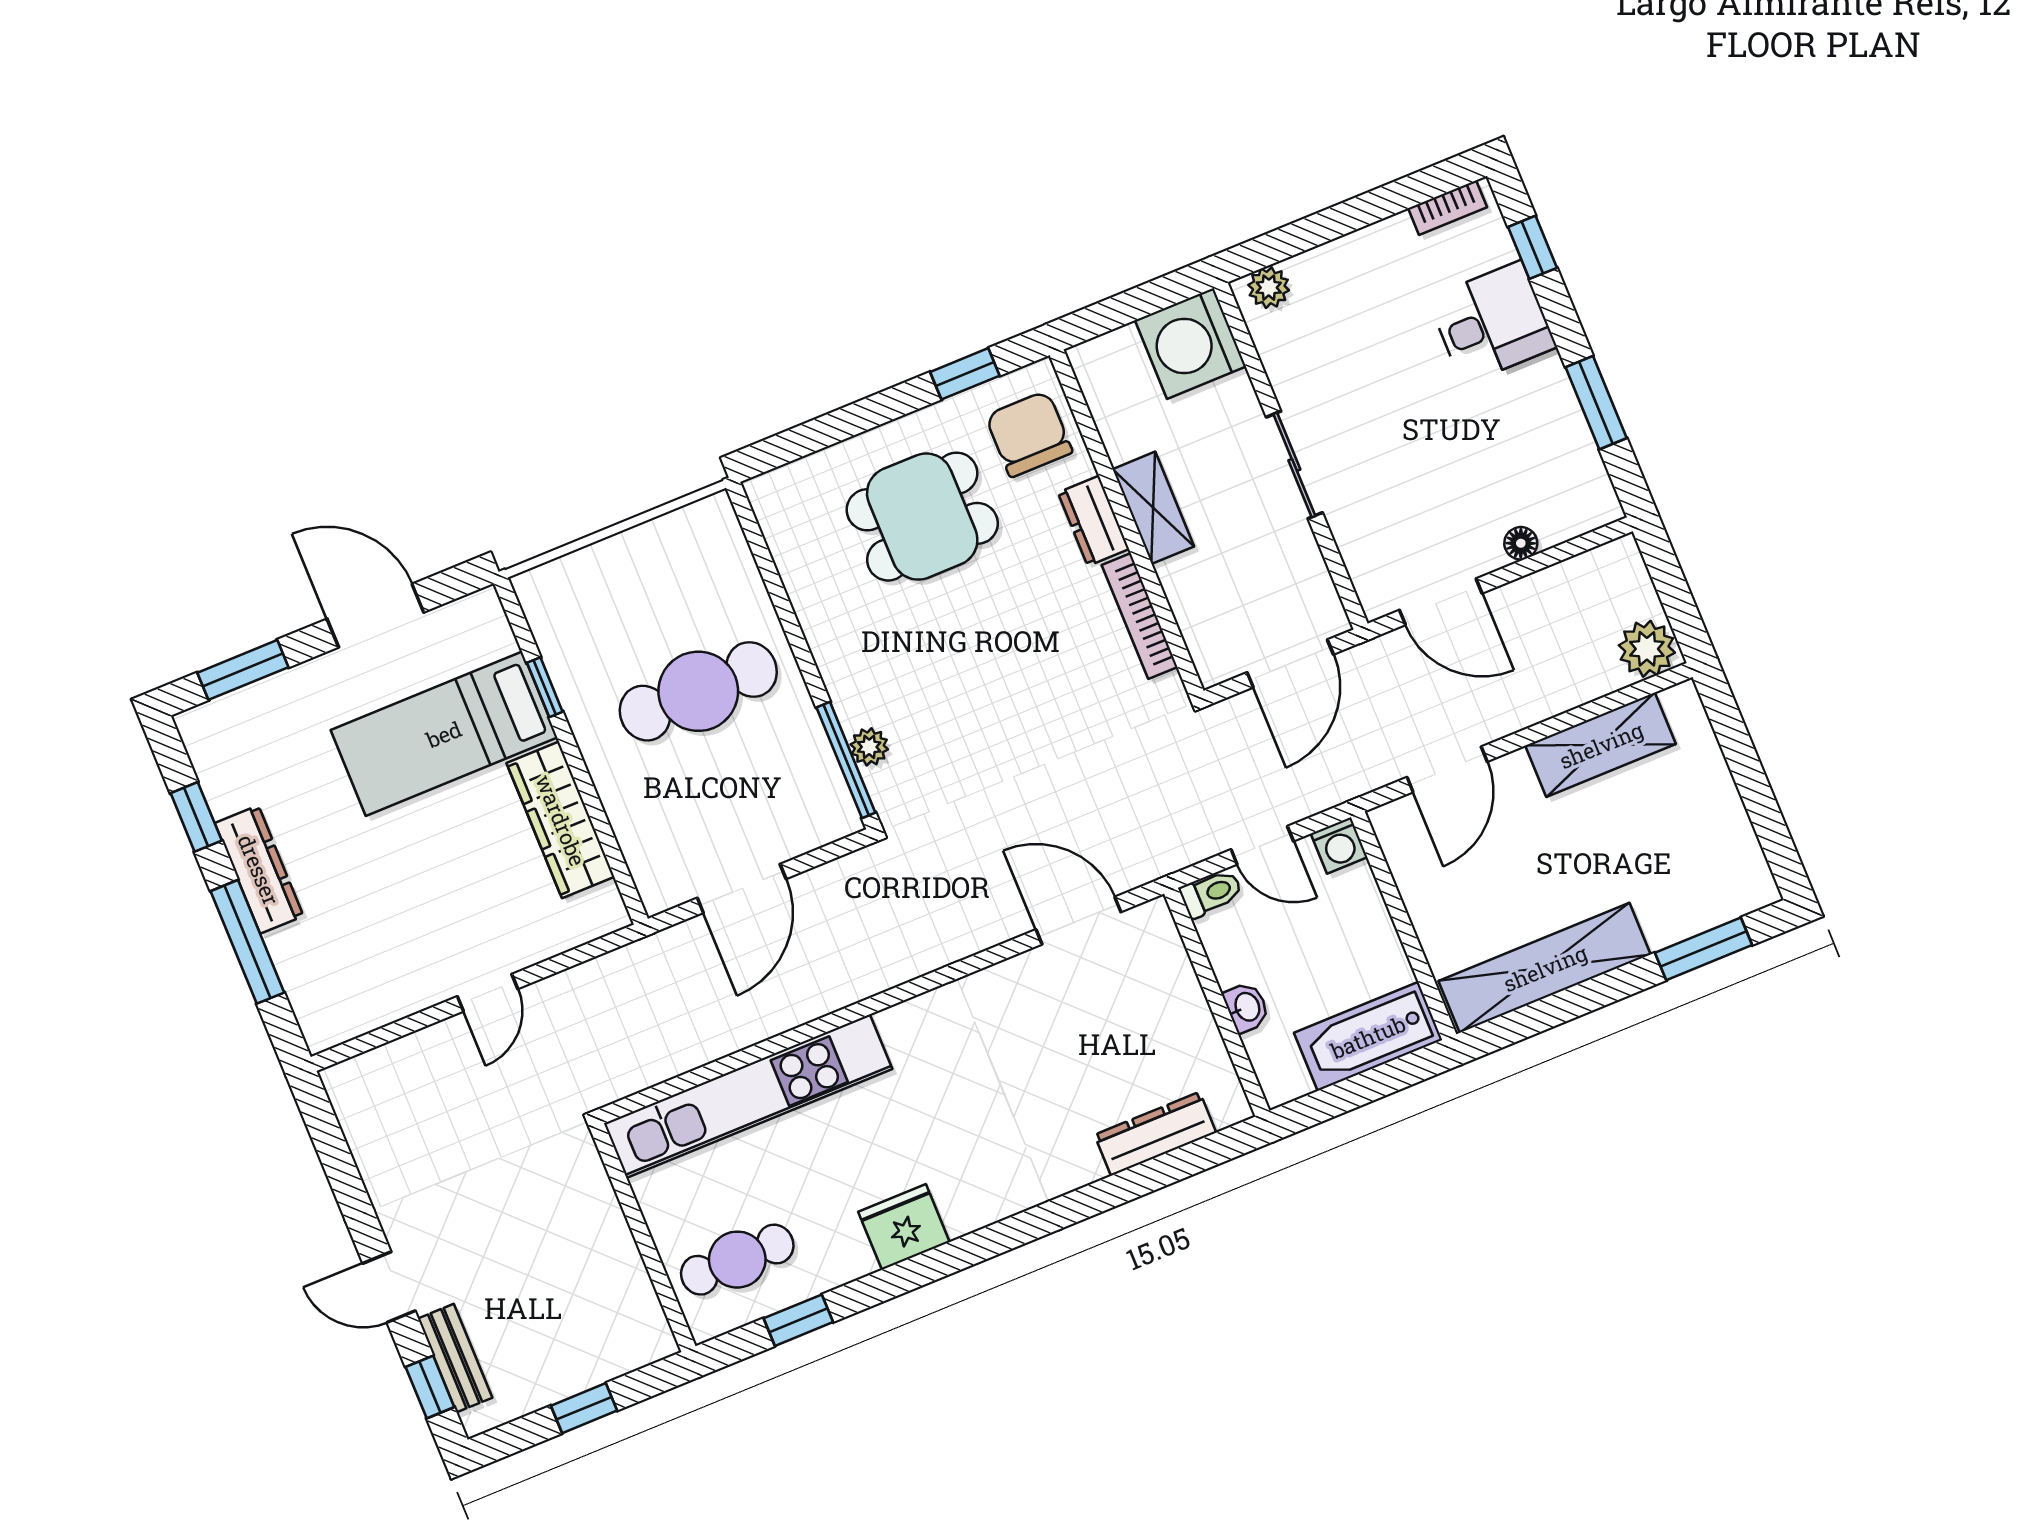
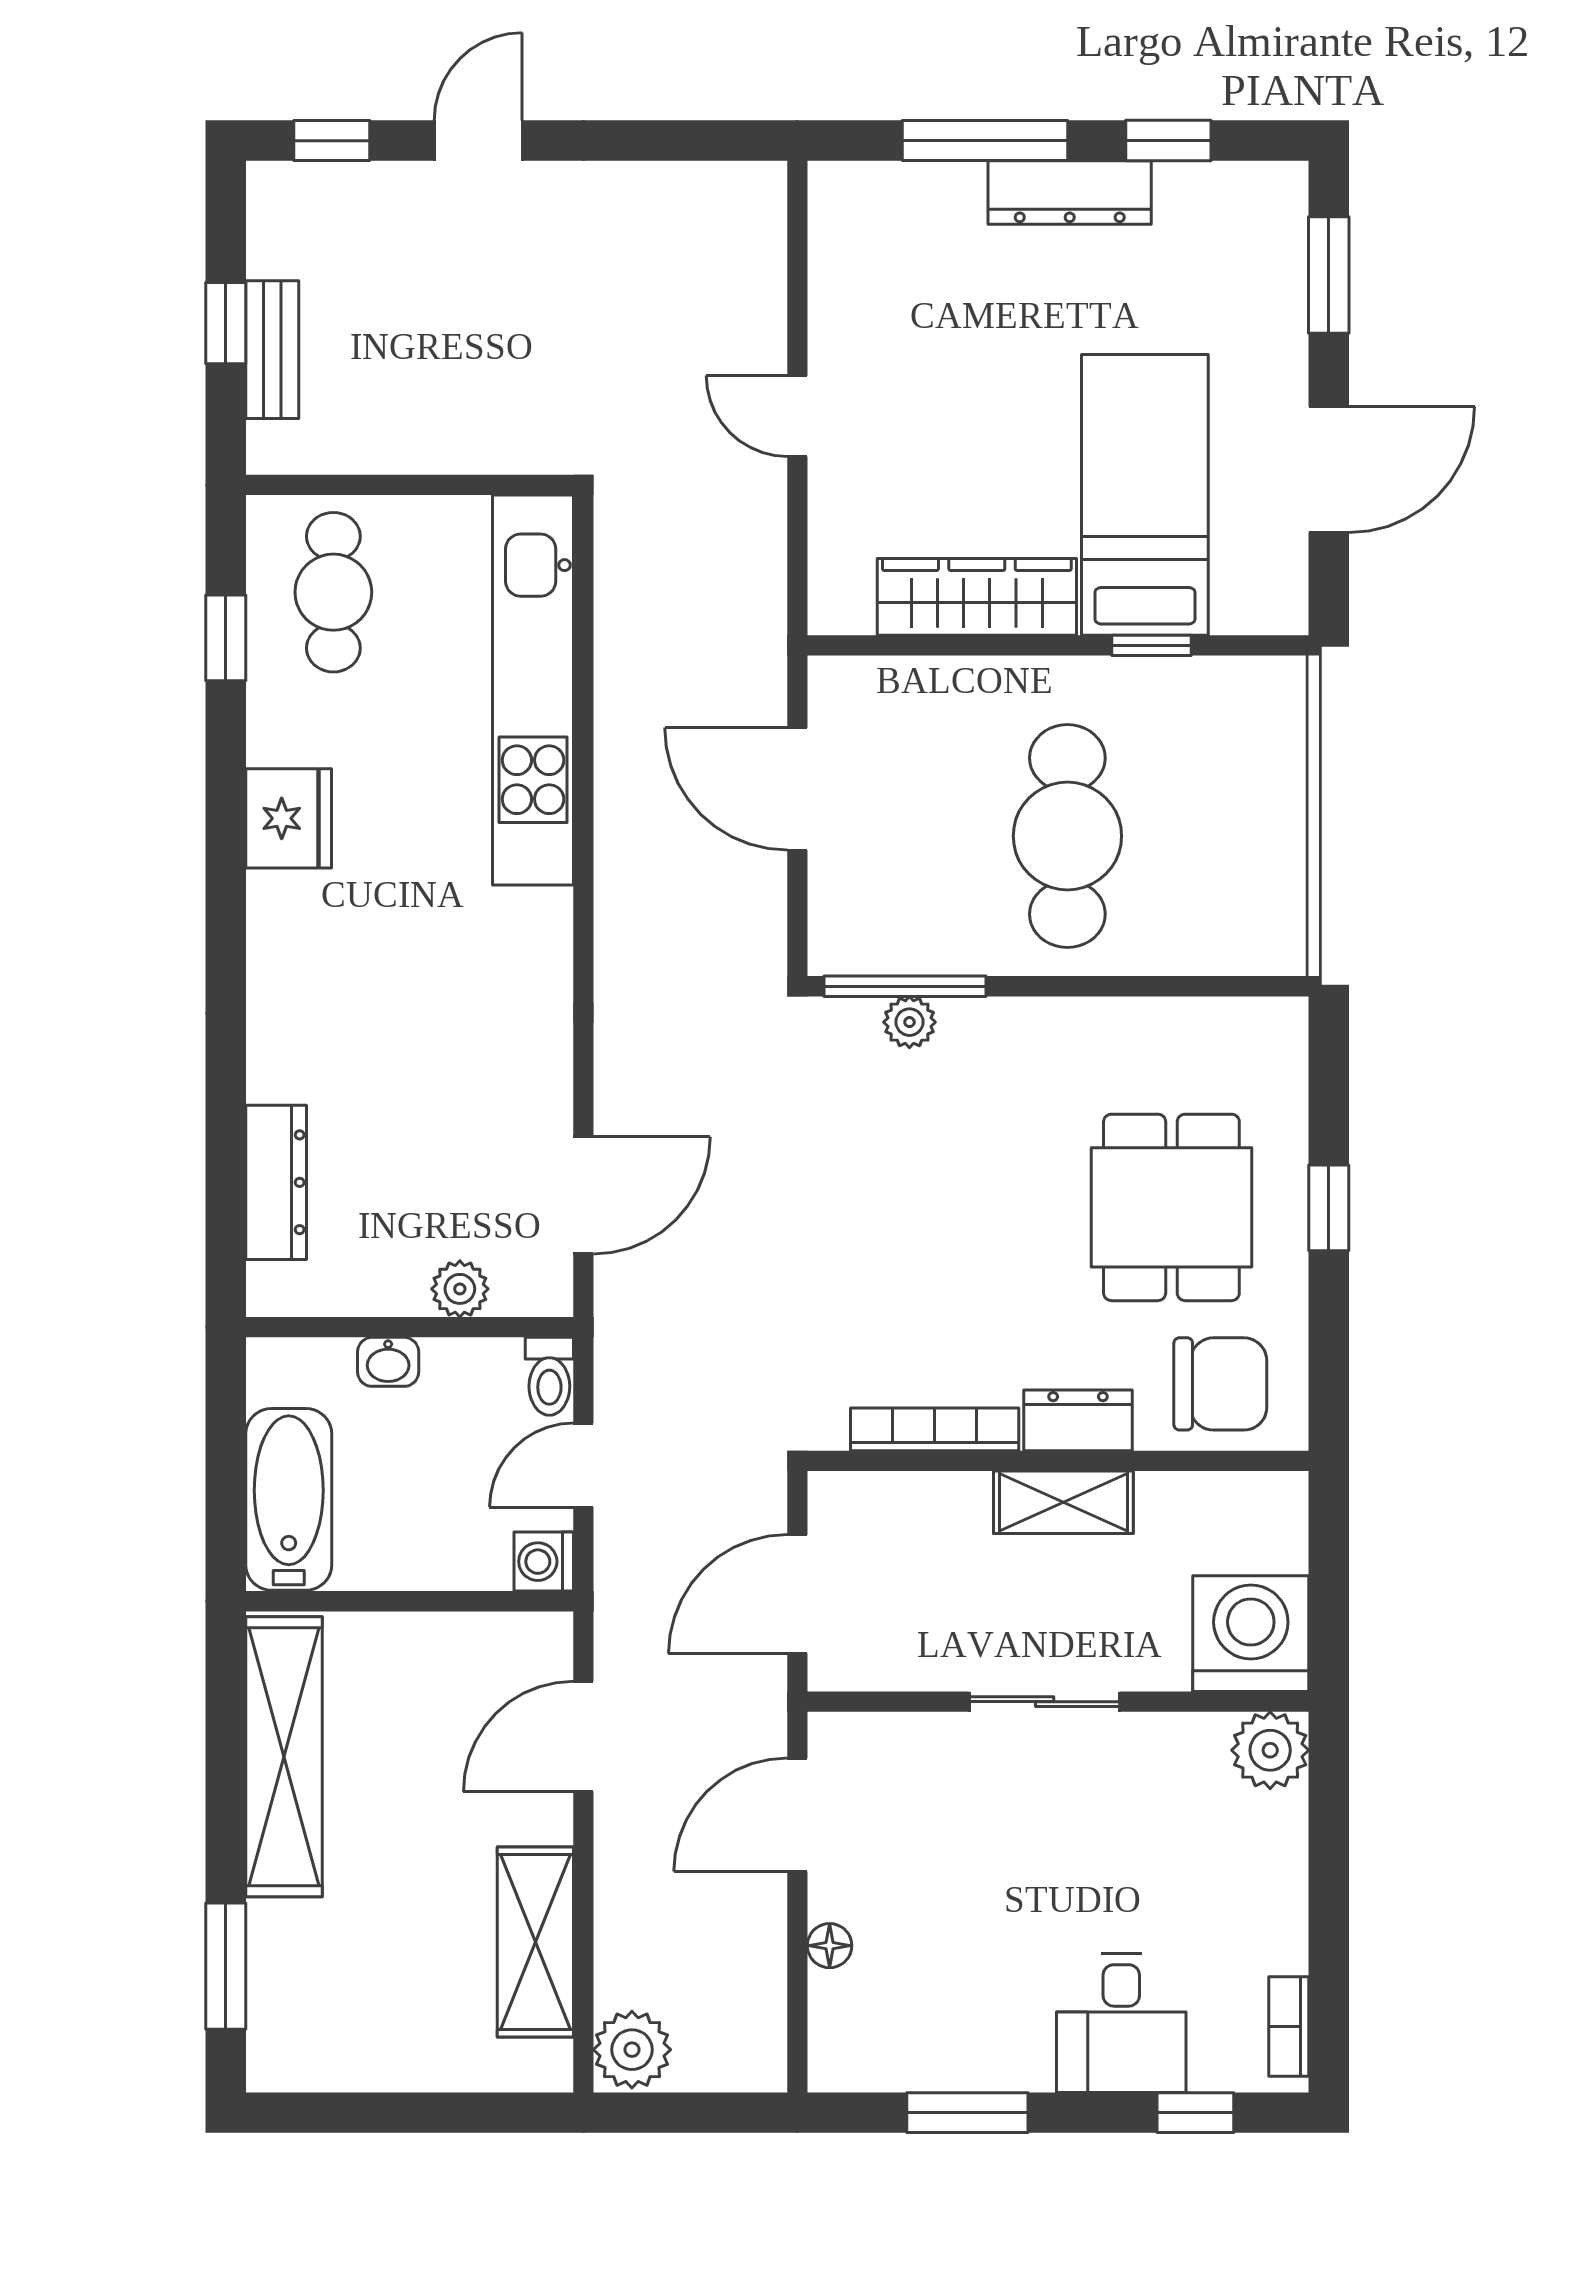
plant: (1269, 288) -> (1270, 1750), width x1.38, depth x1.38
window: (965, 374) -> (1329, 1208), moved
door: (1290, 663) -> (797, 1594), hinge flipped
door: (1447, 769) -> (583, 1736), hinge flipped
plant: (1177, 979) -> (460, 1289), added
bench: (455, 1358) -> (272, 350), moved, turned 90

